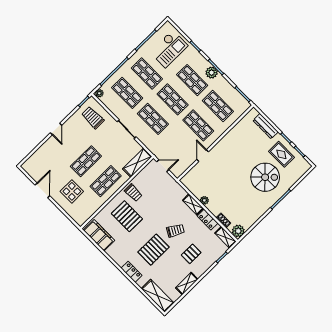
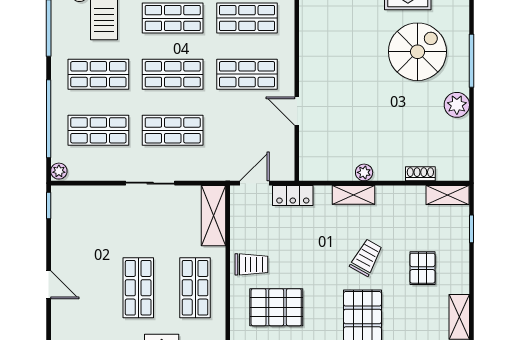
trolley: (93, 118) -> (85, 215), removed
locker: (208, 220) -> (293, 195), moved
plant: (238, 231) -> (457, 105), moved

